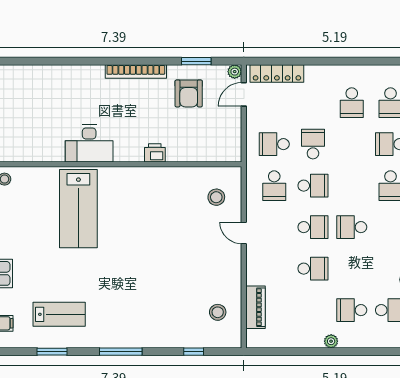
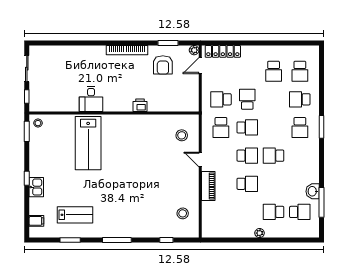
desk: (89, 144) -> (91, 99), width x0.73
piano: (255, 307) -> (208, 186), moved

